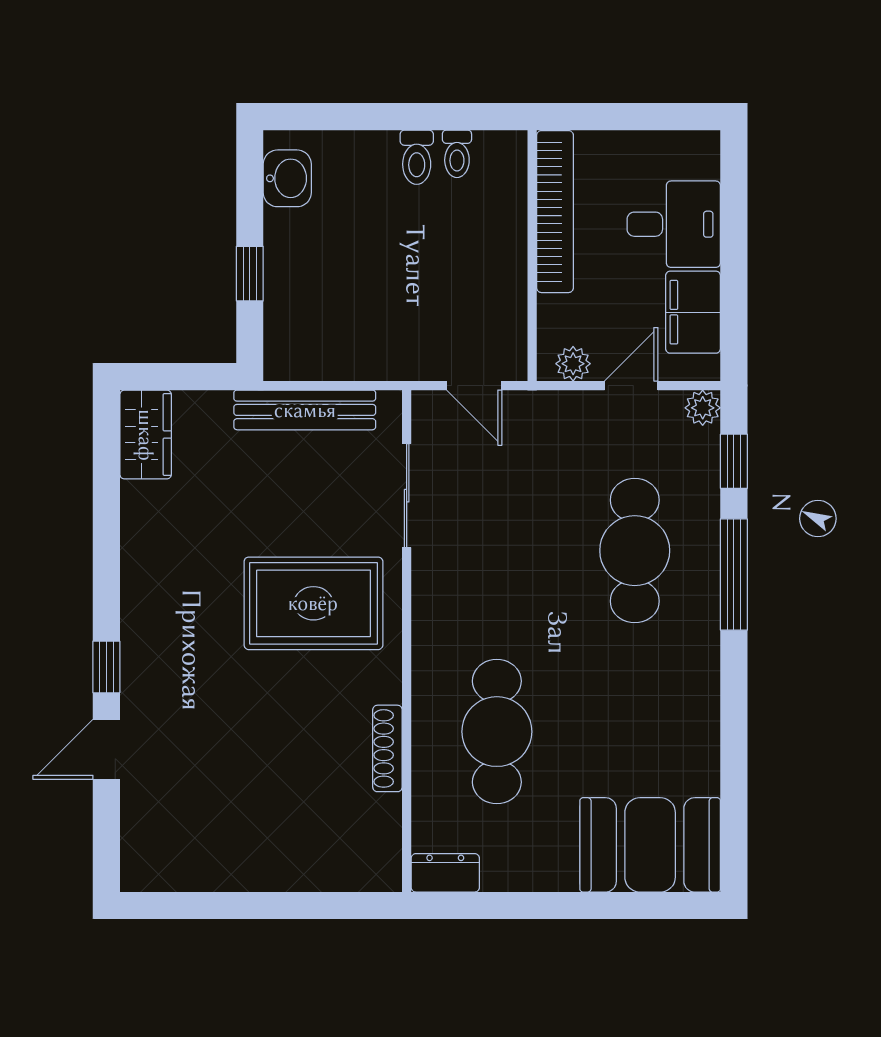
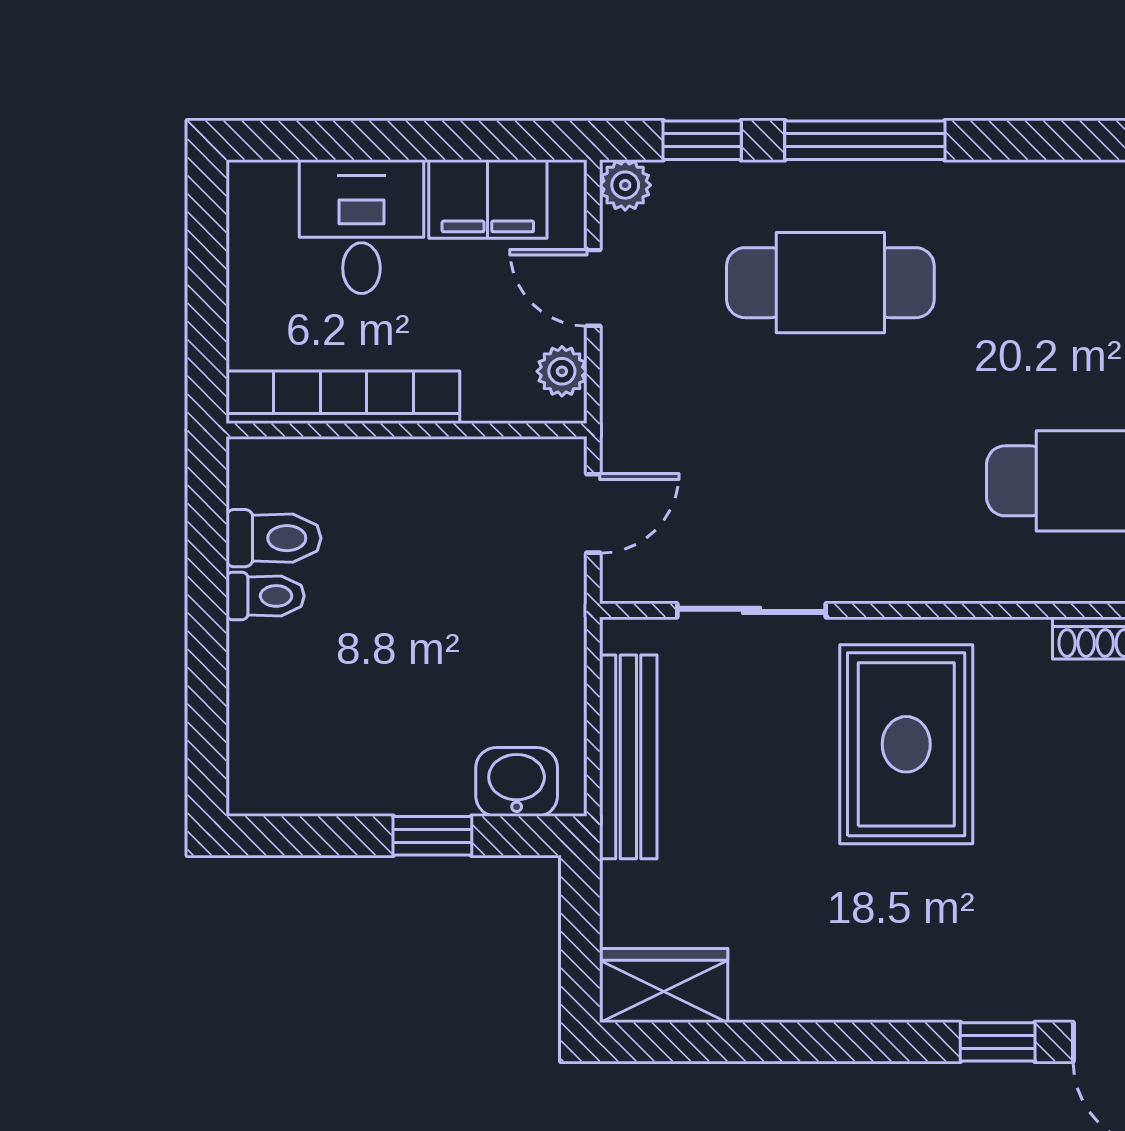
toilet: (457, 154) -> (274, 538), width x1.37, depth x1.39
washbasin: (287, 178) -> (517, 782), moved

